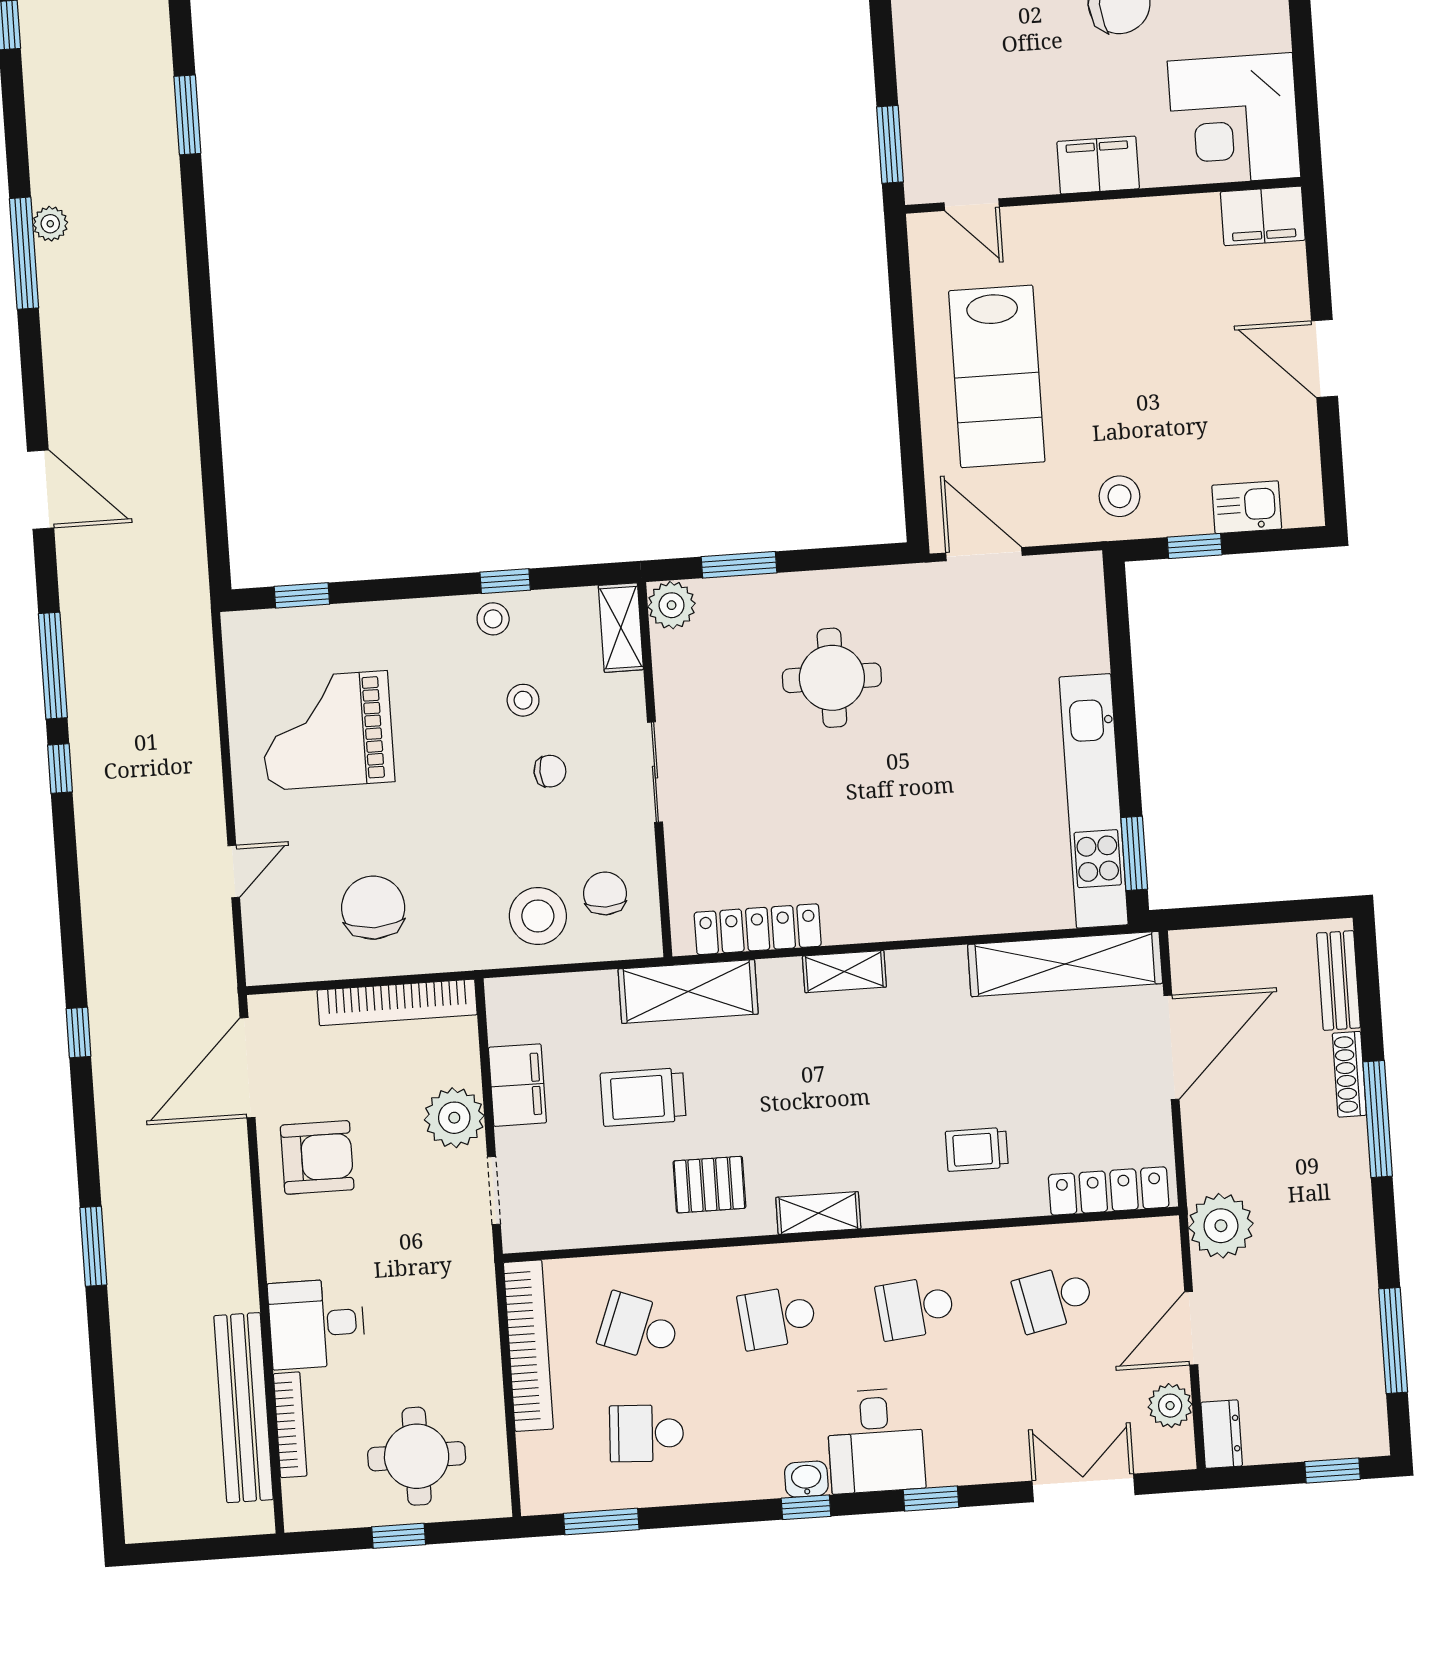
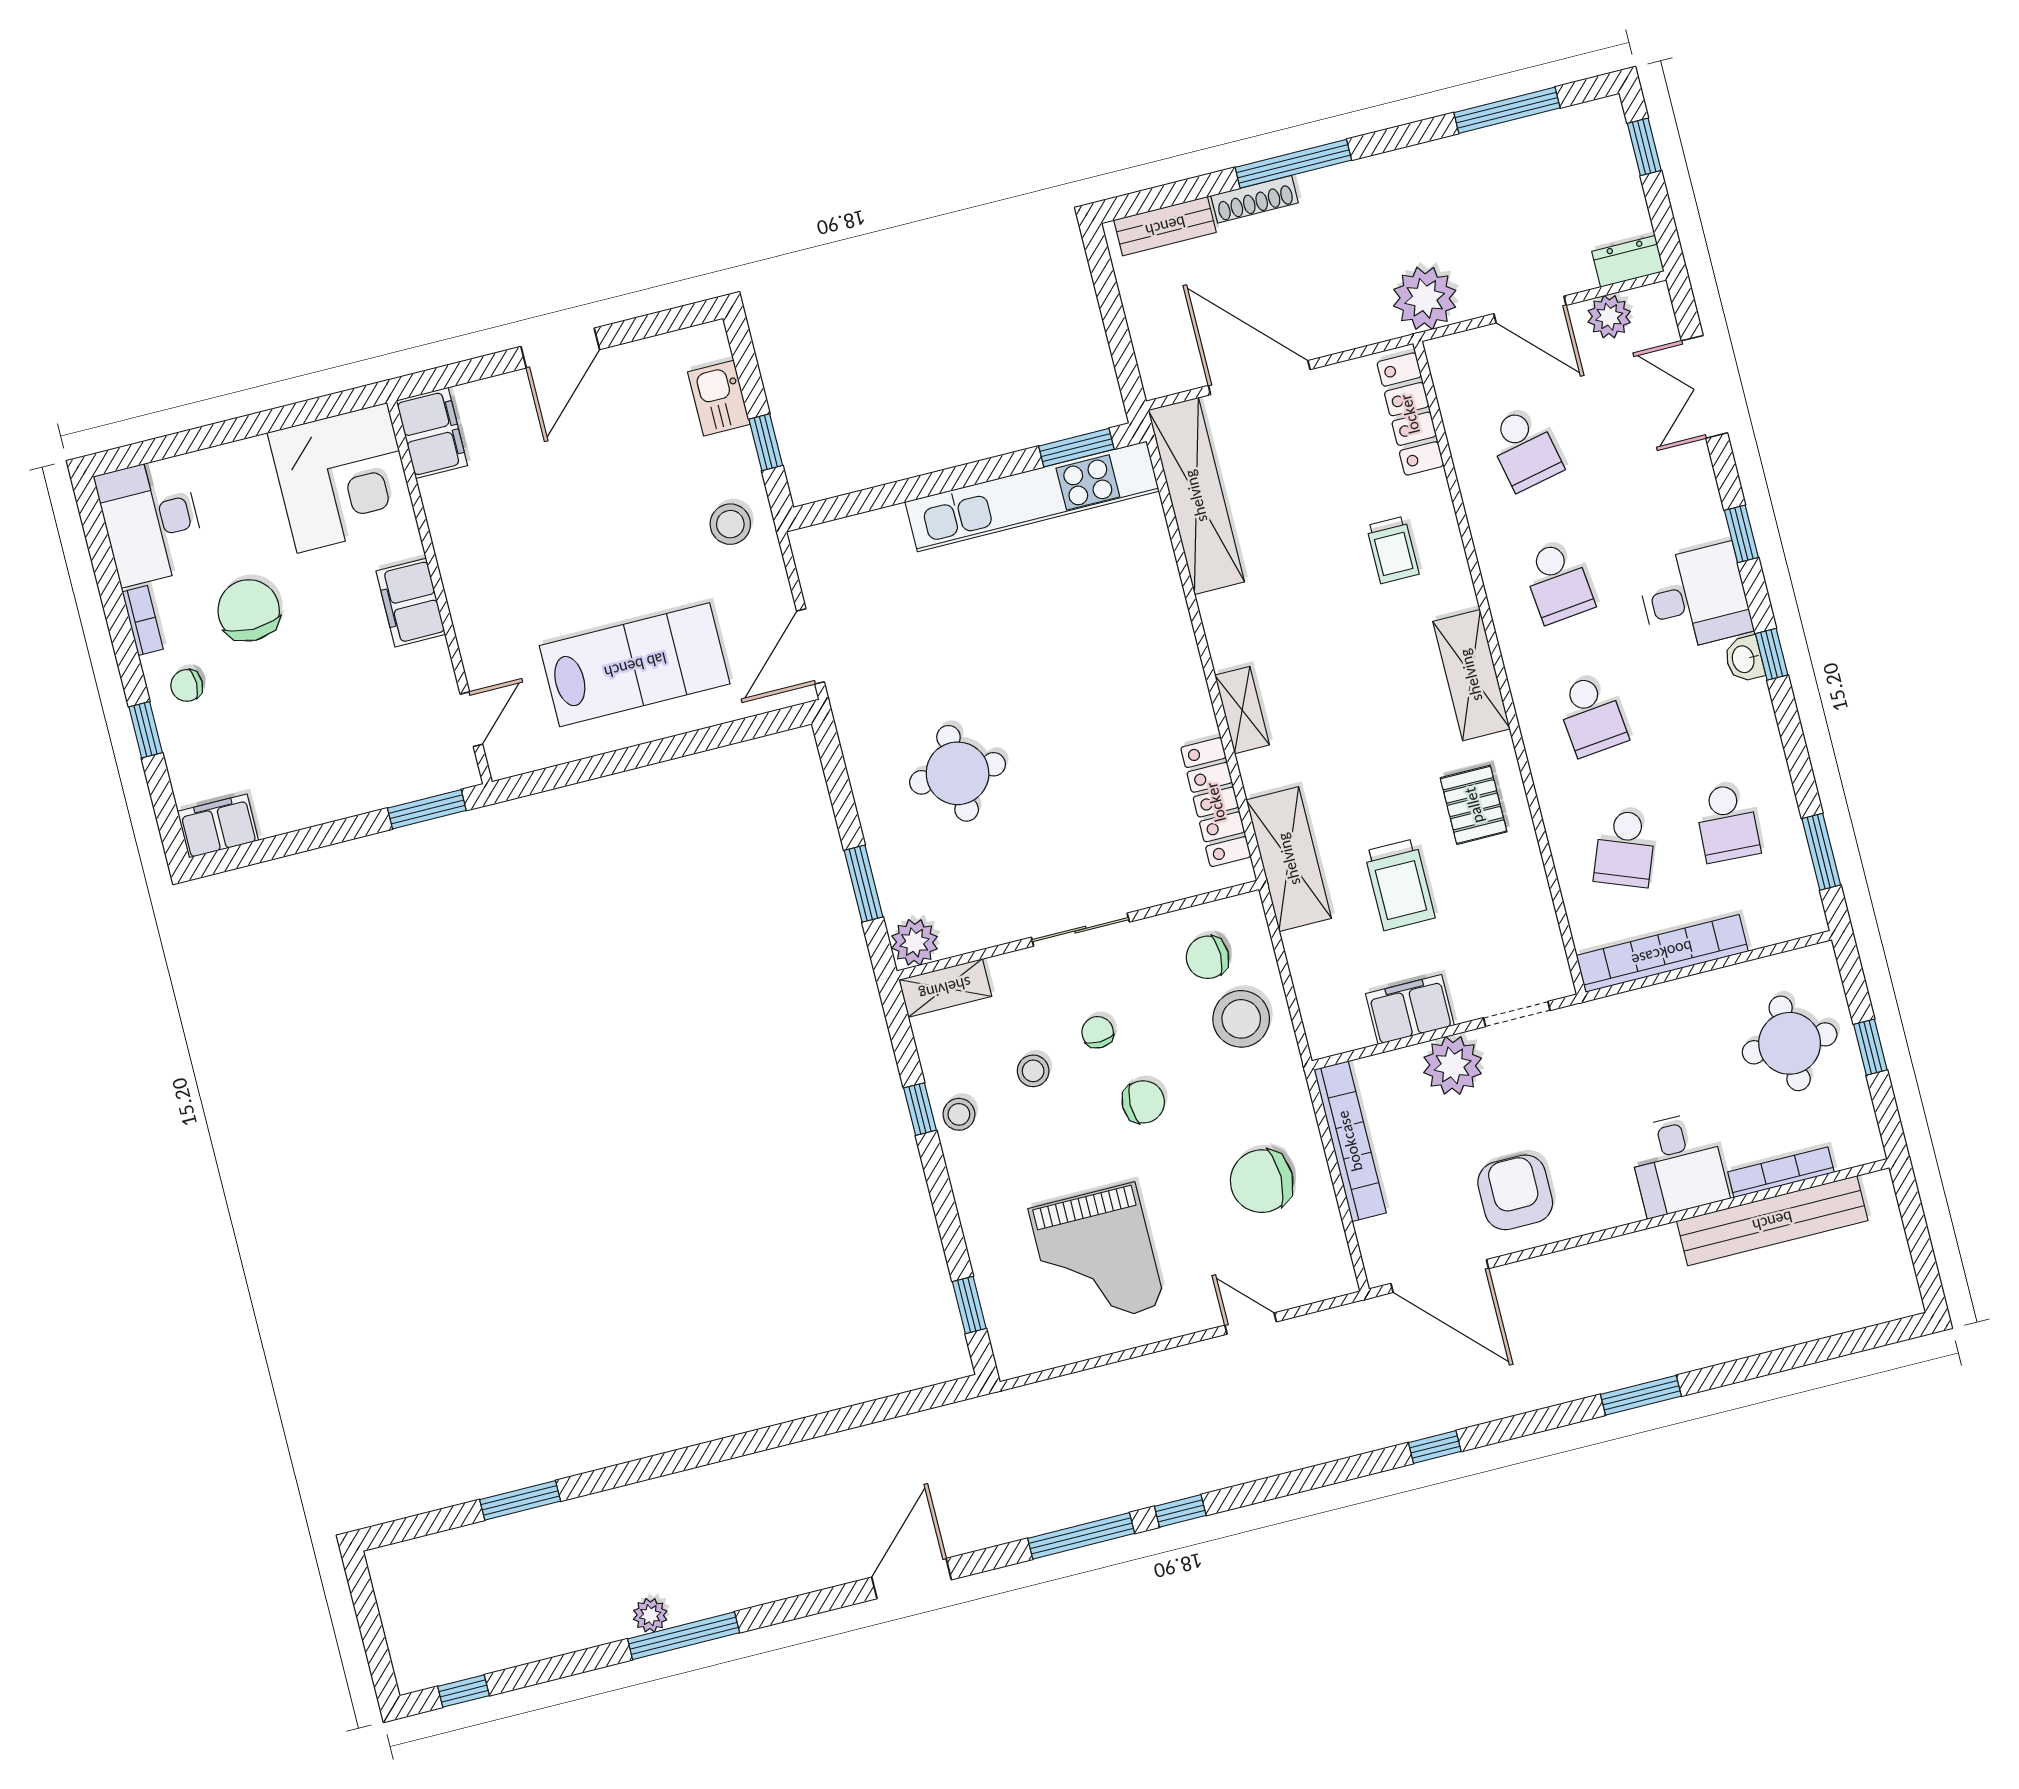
chair: (473, 804) -> (1143, 1102), added
shelving: (818, 1213) -> (1471, 675), width x1.50, depth x1.33

